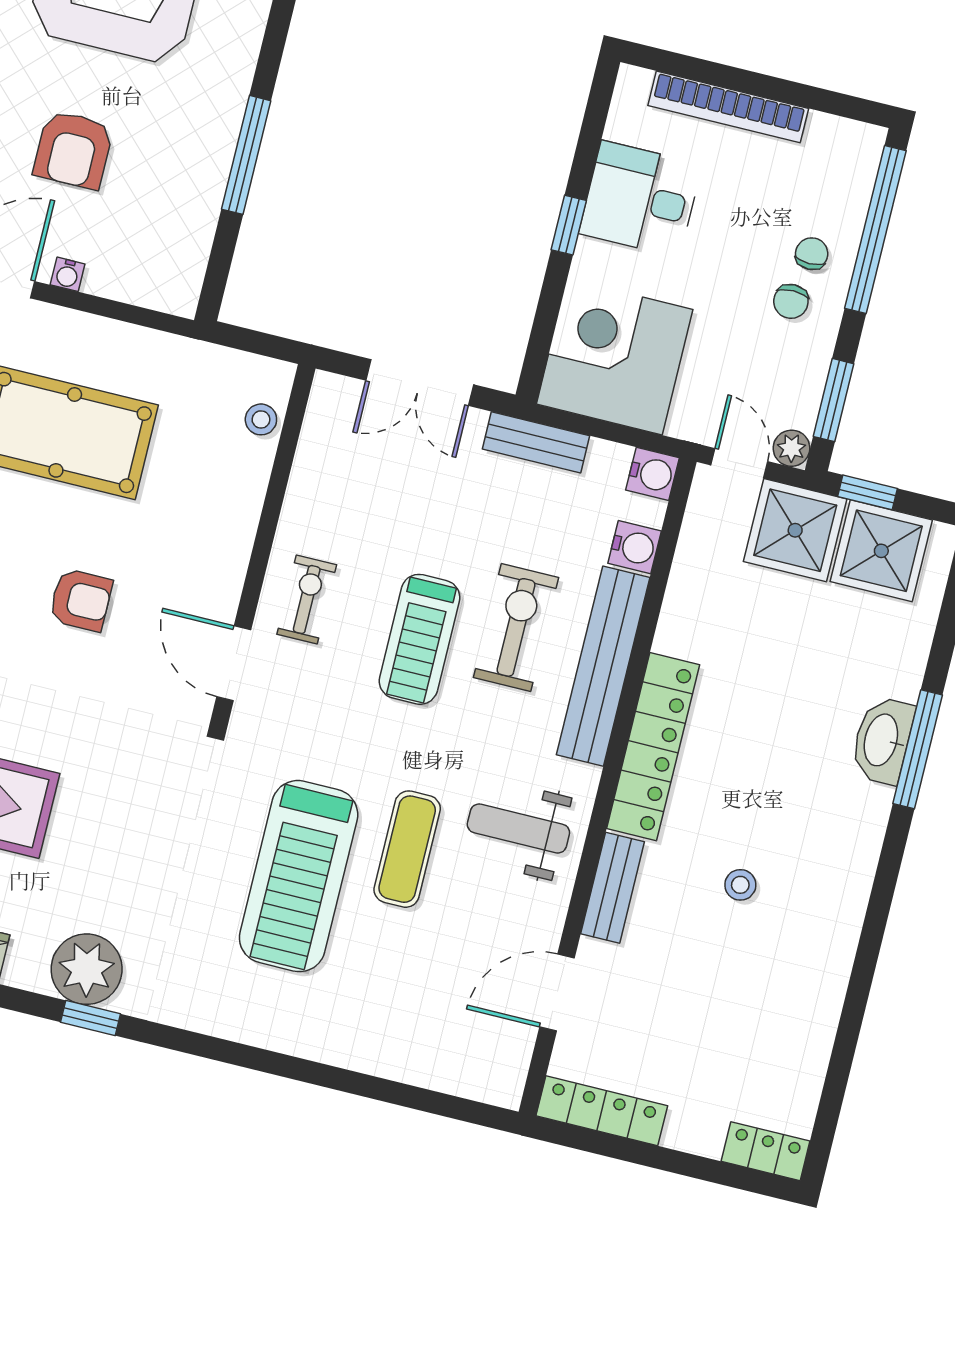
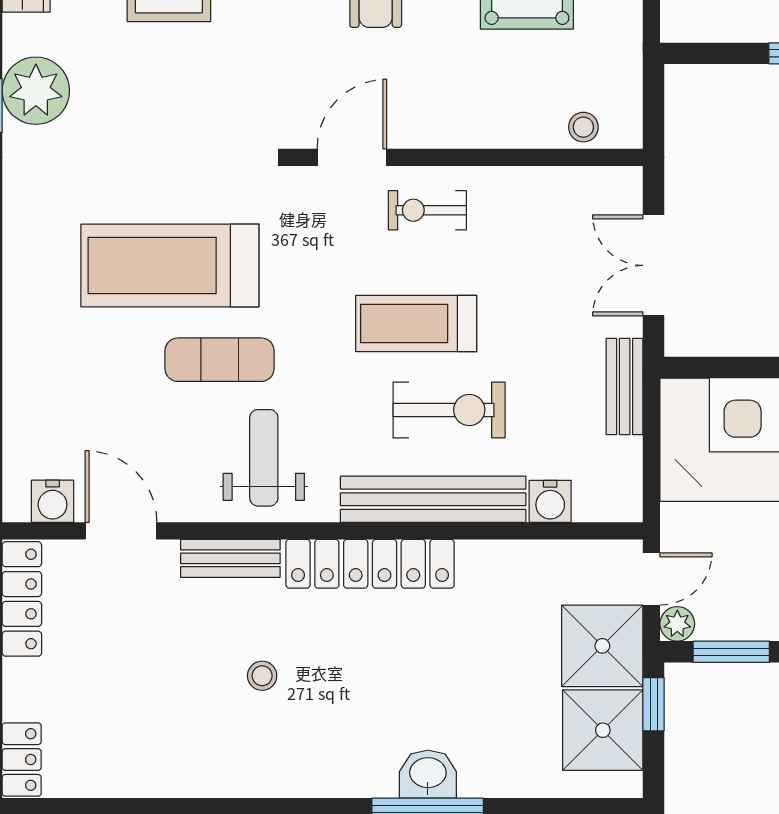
water cooler: (652, 474) -> (53, 501), moved
exercise bike: (307, 600) -> (427, 210), turned 180
washbasin: (882, 740) -> (428, 774), width x0.72

